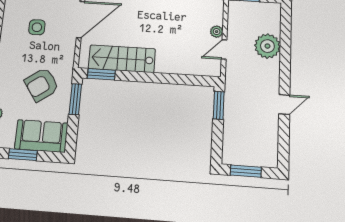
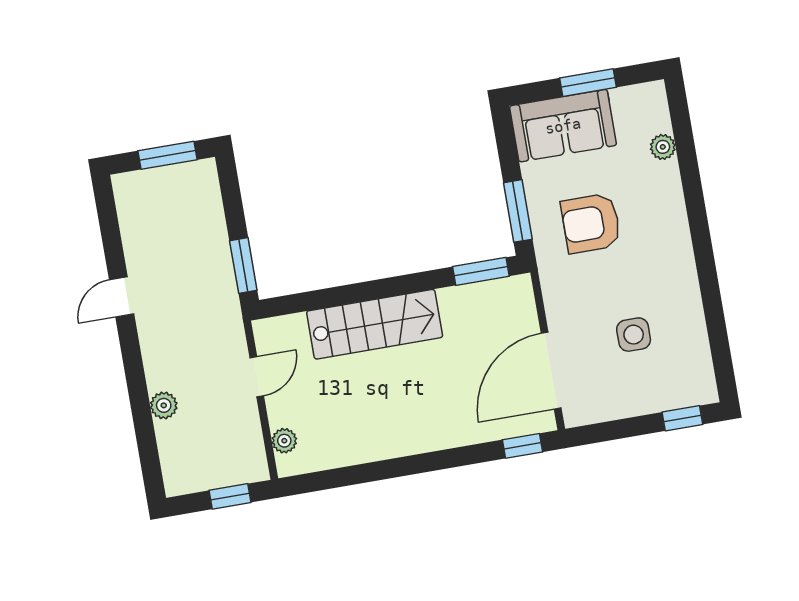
plant: (217, 32) -> (284, 441), moved
plant: (267, 46) -> (164, 405), width x0.53, depth x0.53
stairs: (122, 59) -> (375, 324), moved
armchair: (42, 85) -> (591, 223), turned -145

